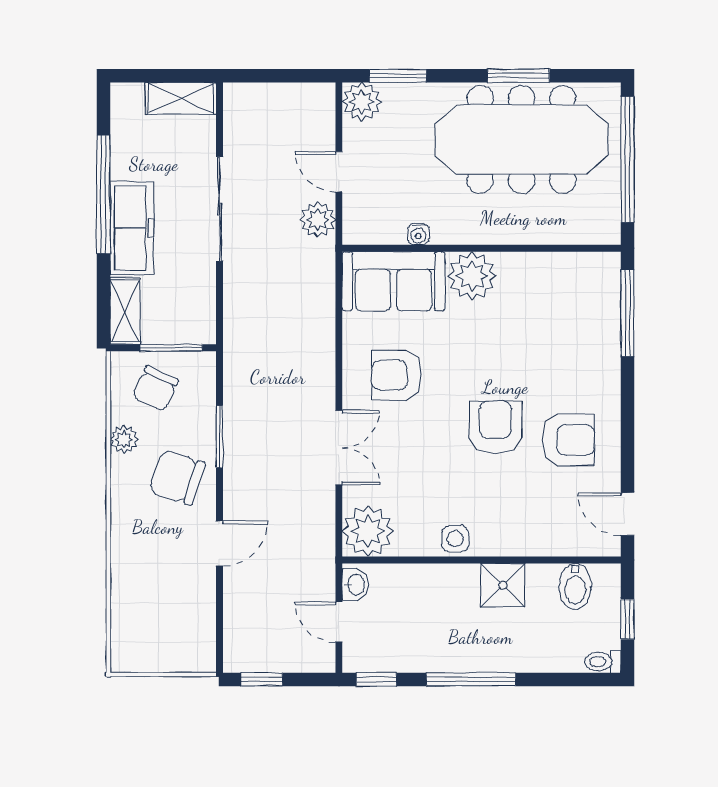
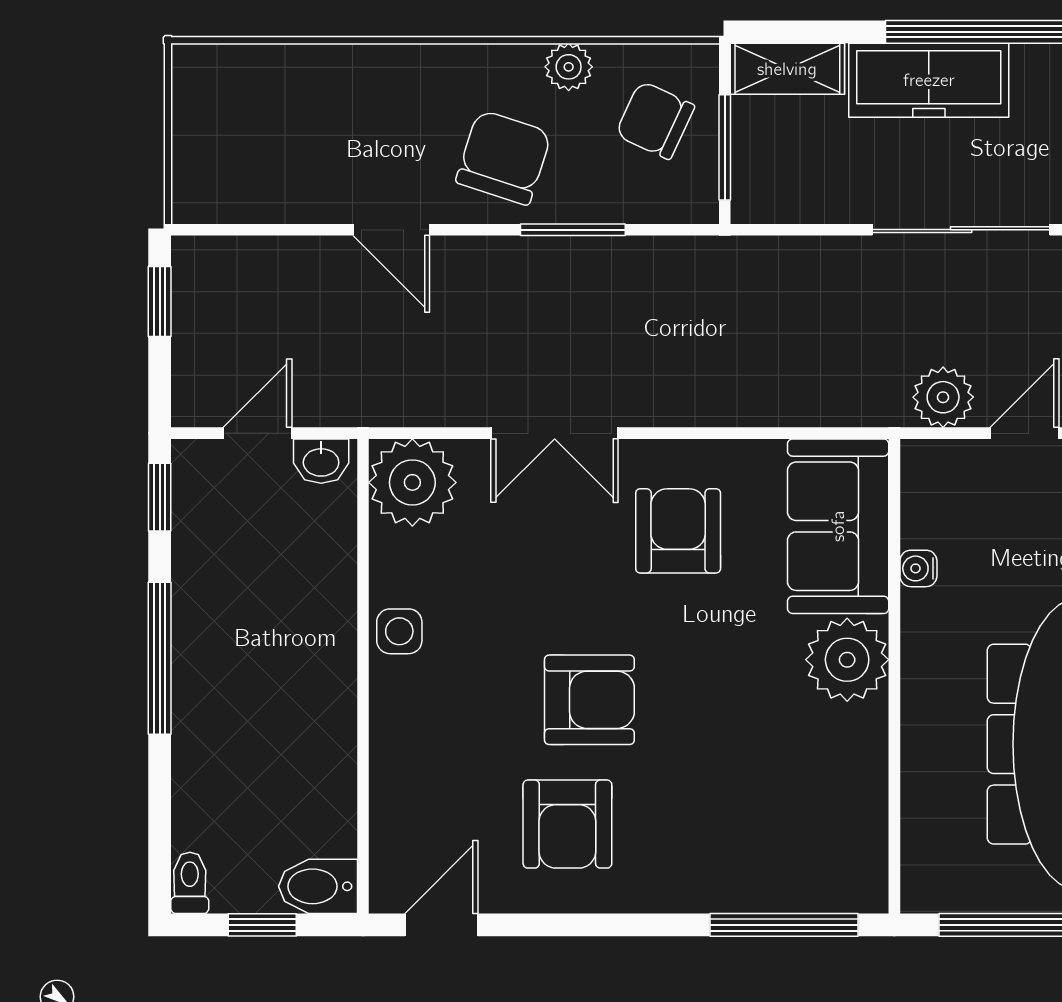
shower: (503, 585) -> (320, 712), removed
bidet: (575, 586) -> (318, 886), moved

